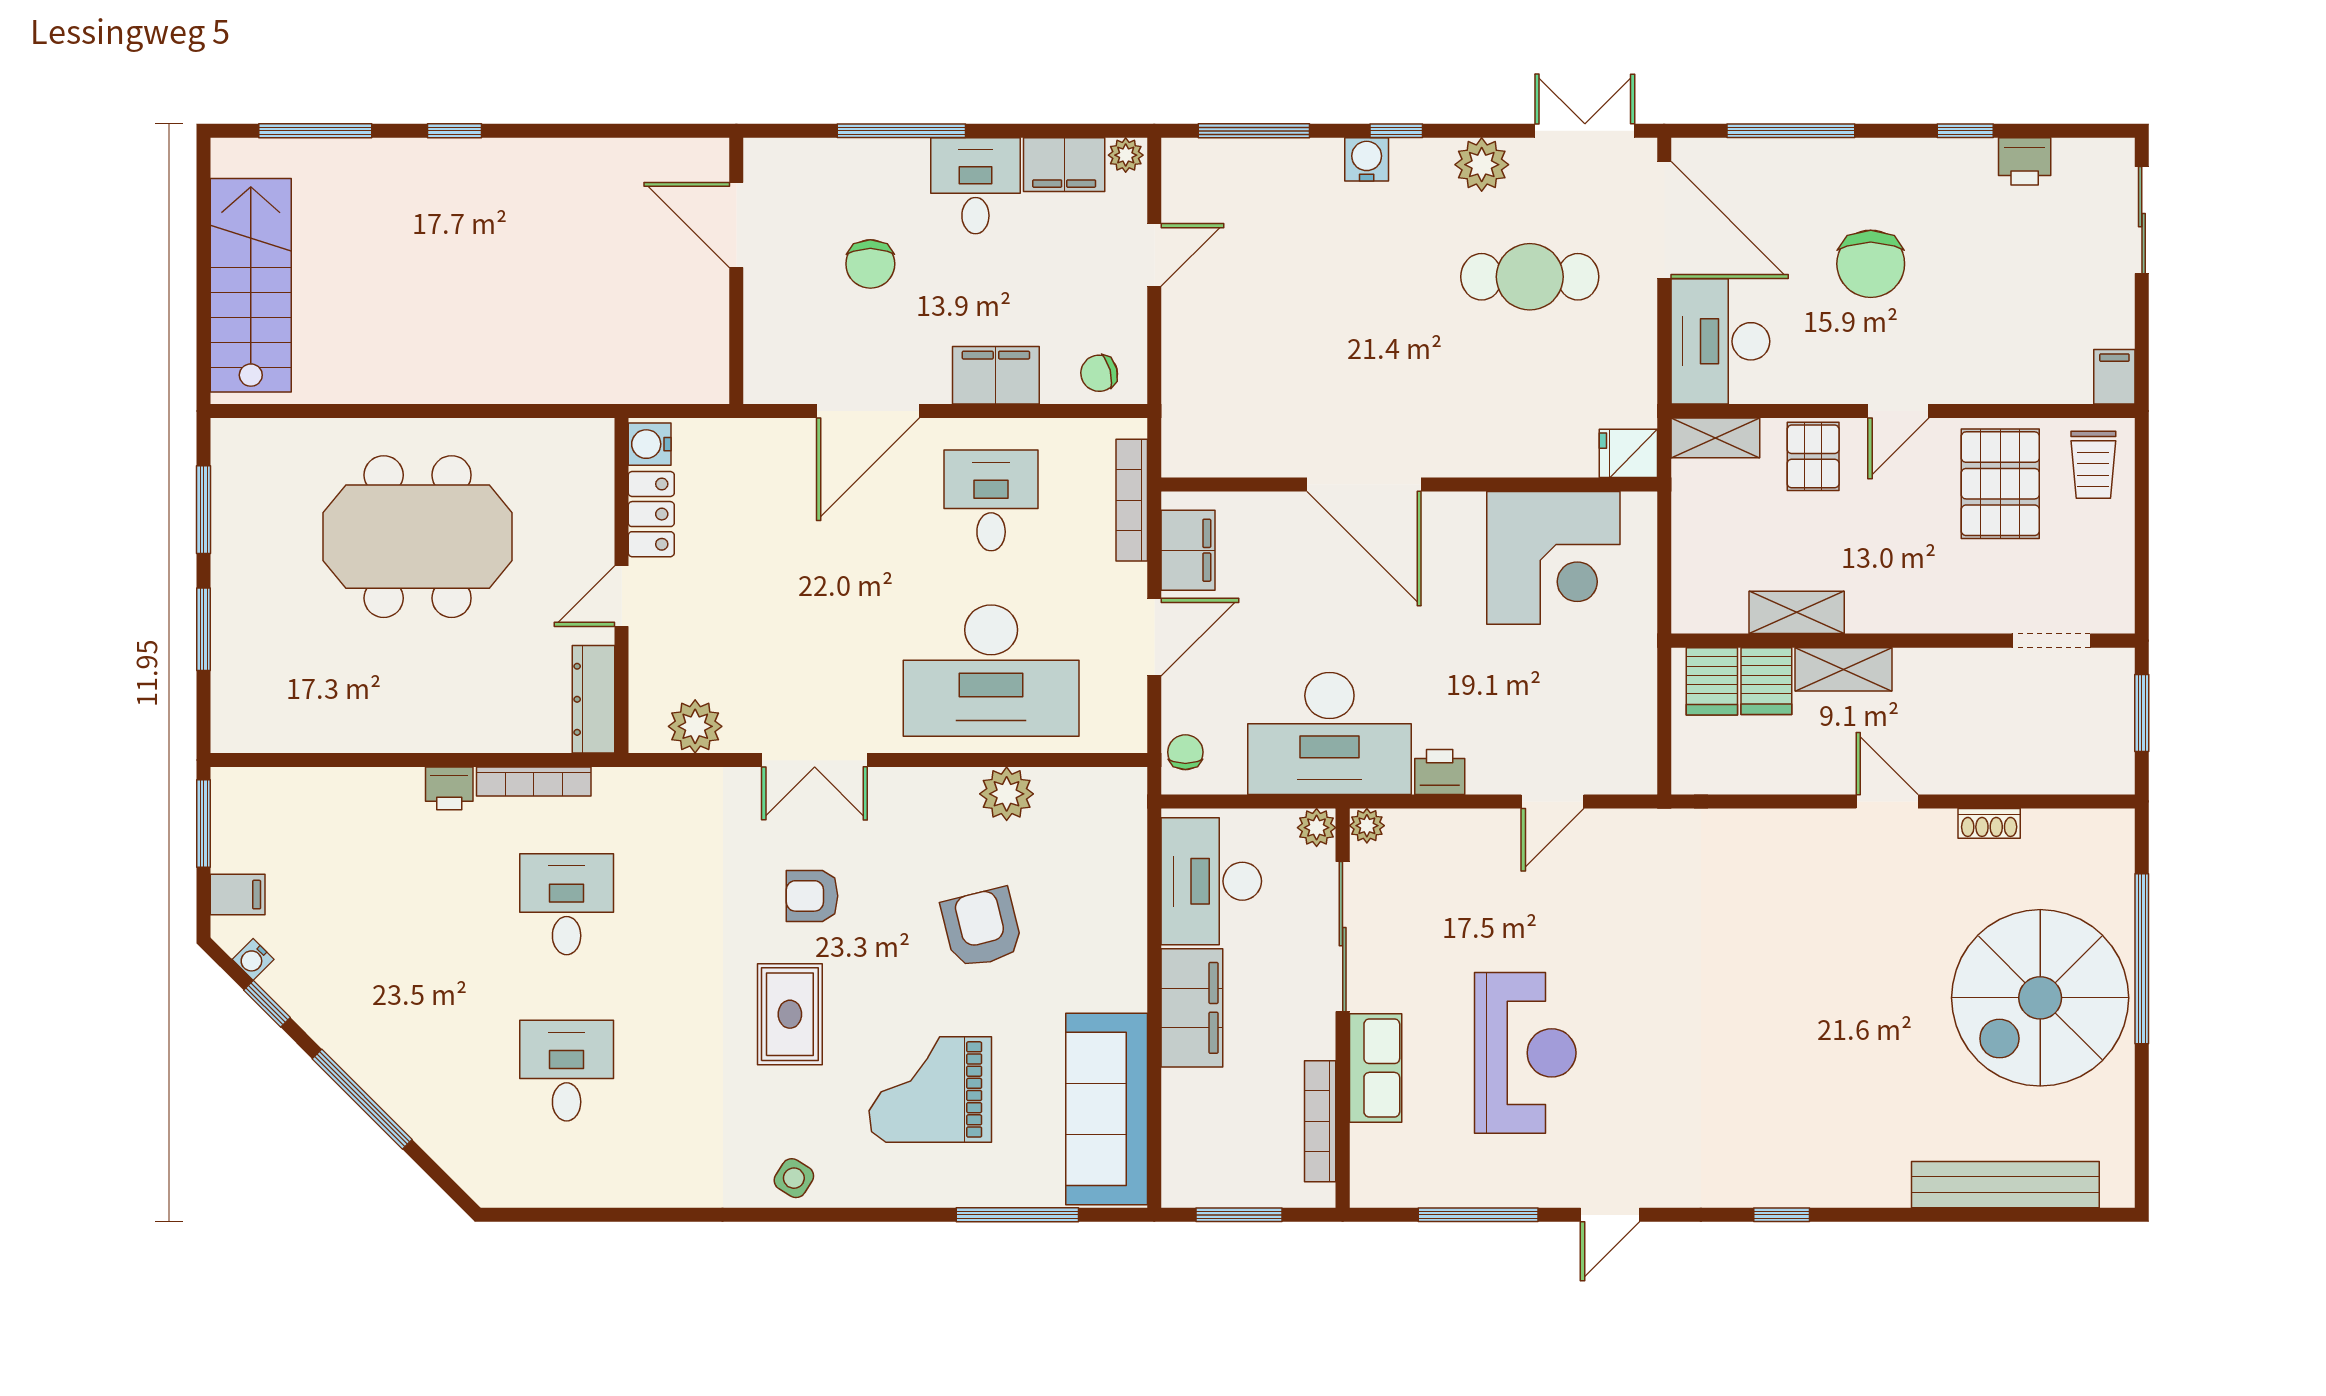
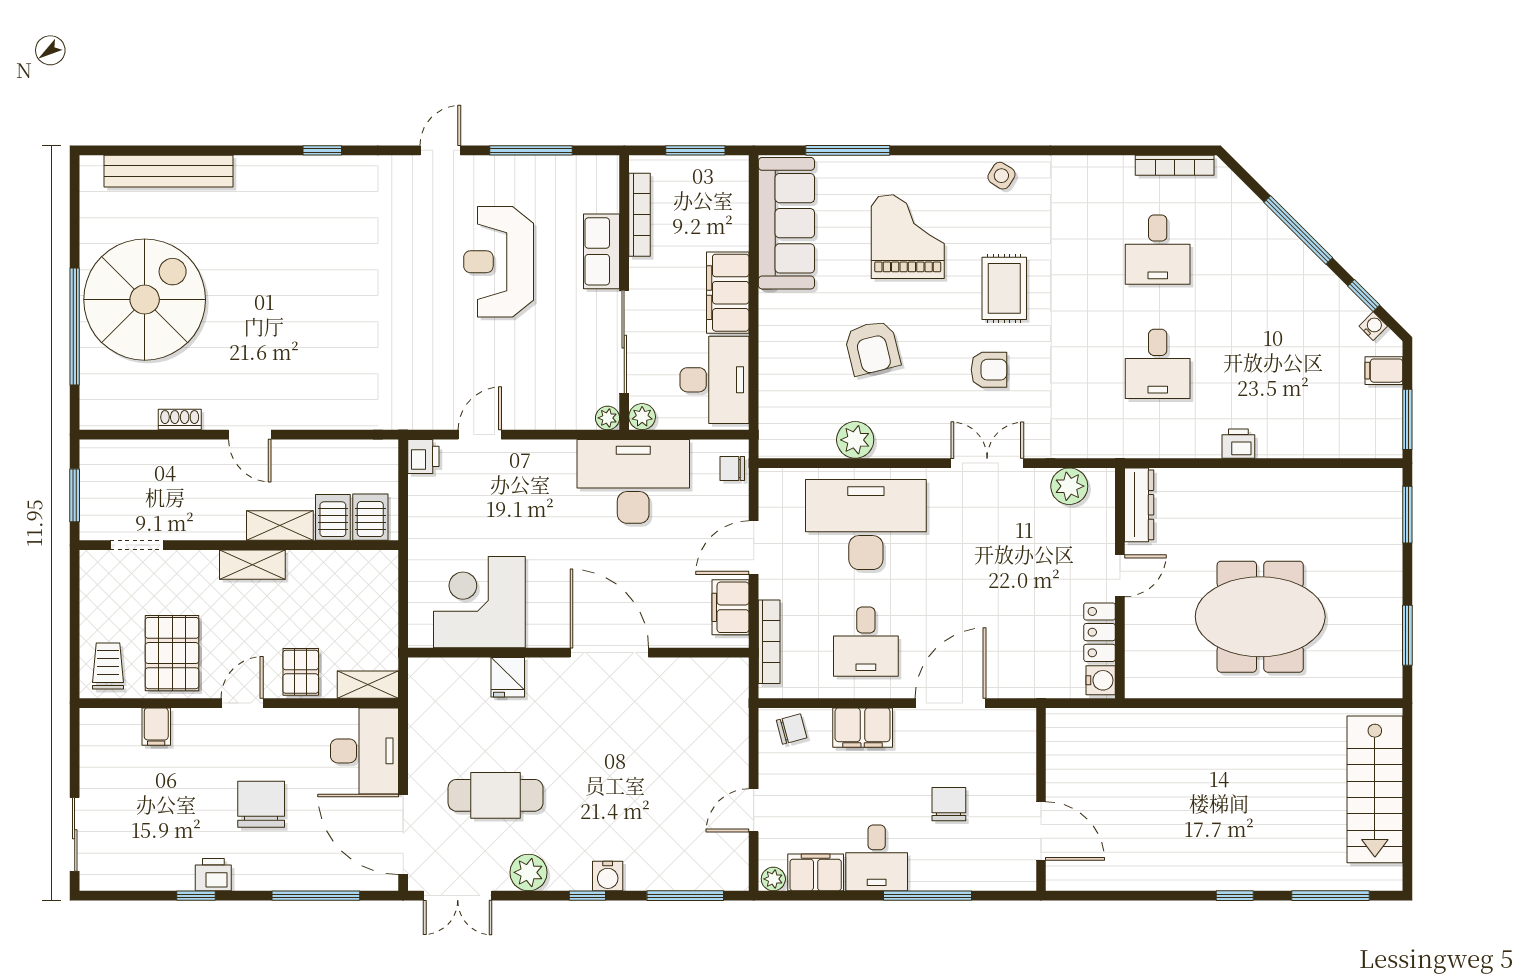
printer: (2025, 161) -> (213, 875), moved
filing cabinet: (2114, 377) -> (156, 727), moved
fridge: (1628, 453) -> (508, 677), moved, turned 90
shelving: (1797, 612) -> (252, 565), moved
window: (204, 629) -> (1407, 515), moved
chair: (1185, 752) -> (732, 468), turned 90
printer: (1440, 772) -> (423, 456), moved, turned -90
bookcase: (534, 782) -> (1175, 165), moved, turned 180
grand piano: (930, 1089) -> (908, 237), turned -90

